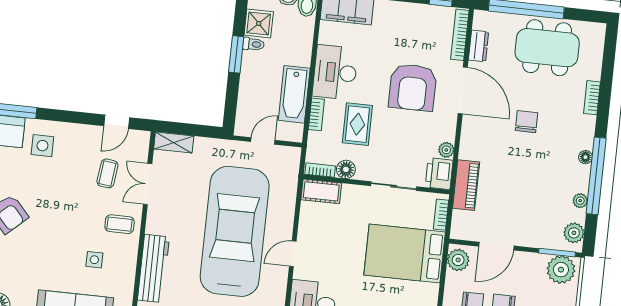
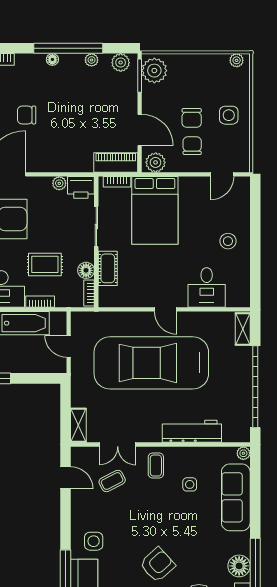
coffee table: (107, 173) -> (112, 481), turned -34
piano: (466, 185) -> (116, 162), moved
cot: (321, 191) -> (108, 268), moved

